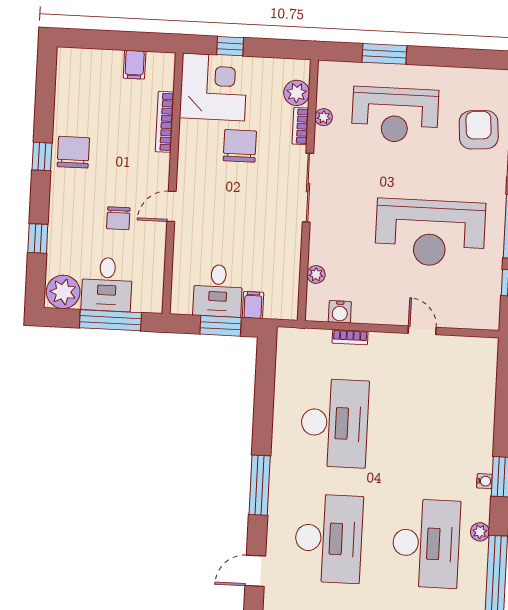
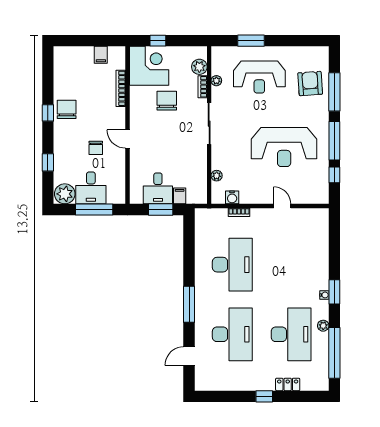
door: (172, 206) -> (127, 139), hinge flipped

